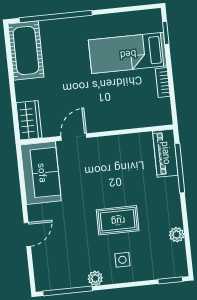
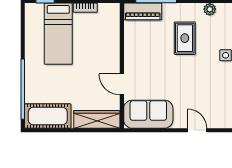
wardrobe: (29, 120) -> (97, 119), width x1.50
rug: (118, 220) -> (185, 38), moved

